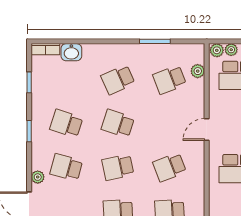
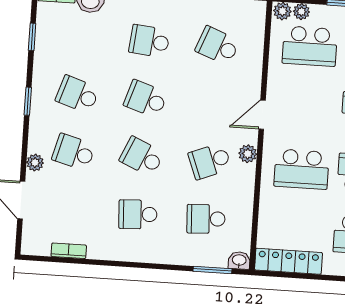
plant: (198, 71) -> (248, 154), moved
school desk: (118, 80) -> (149, 41), turned 30
school desk: (170, 80) -> (217, 46), turned 42
school desk: (118, 167) -> (142, 157), turned 36

